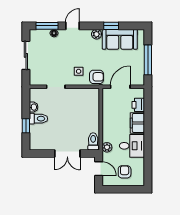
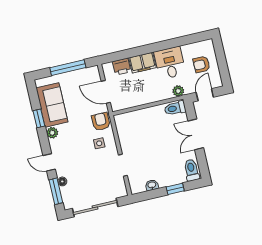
sliding door: (26, 55) -> (95, 207), width x1.37
toilet: (38, 119) -> (191, 170), moved
double door: (67, 153) -> (196, 134), swing flipped

